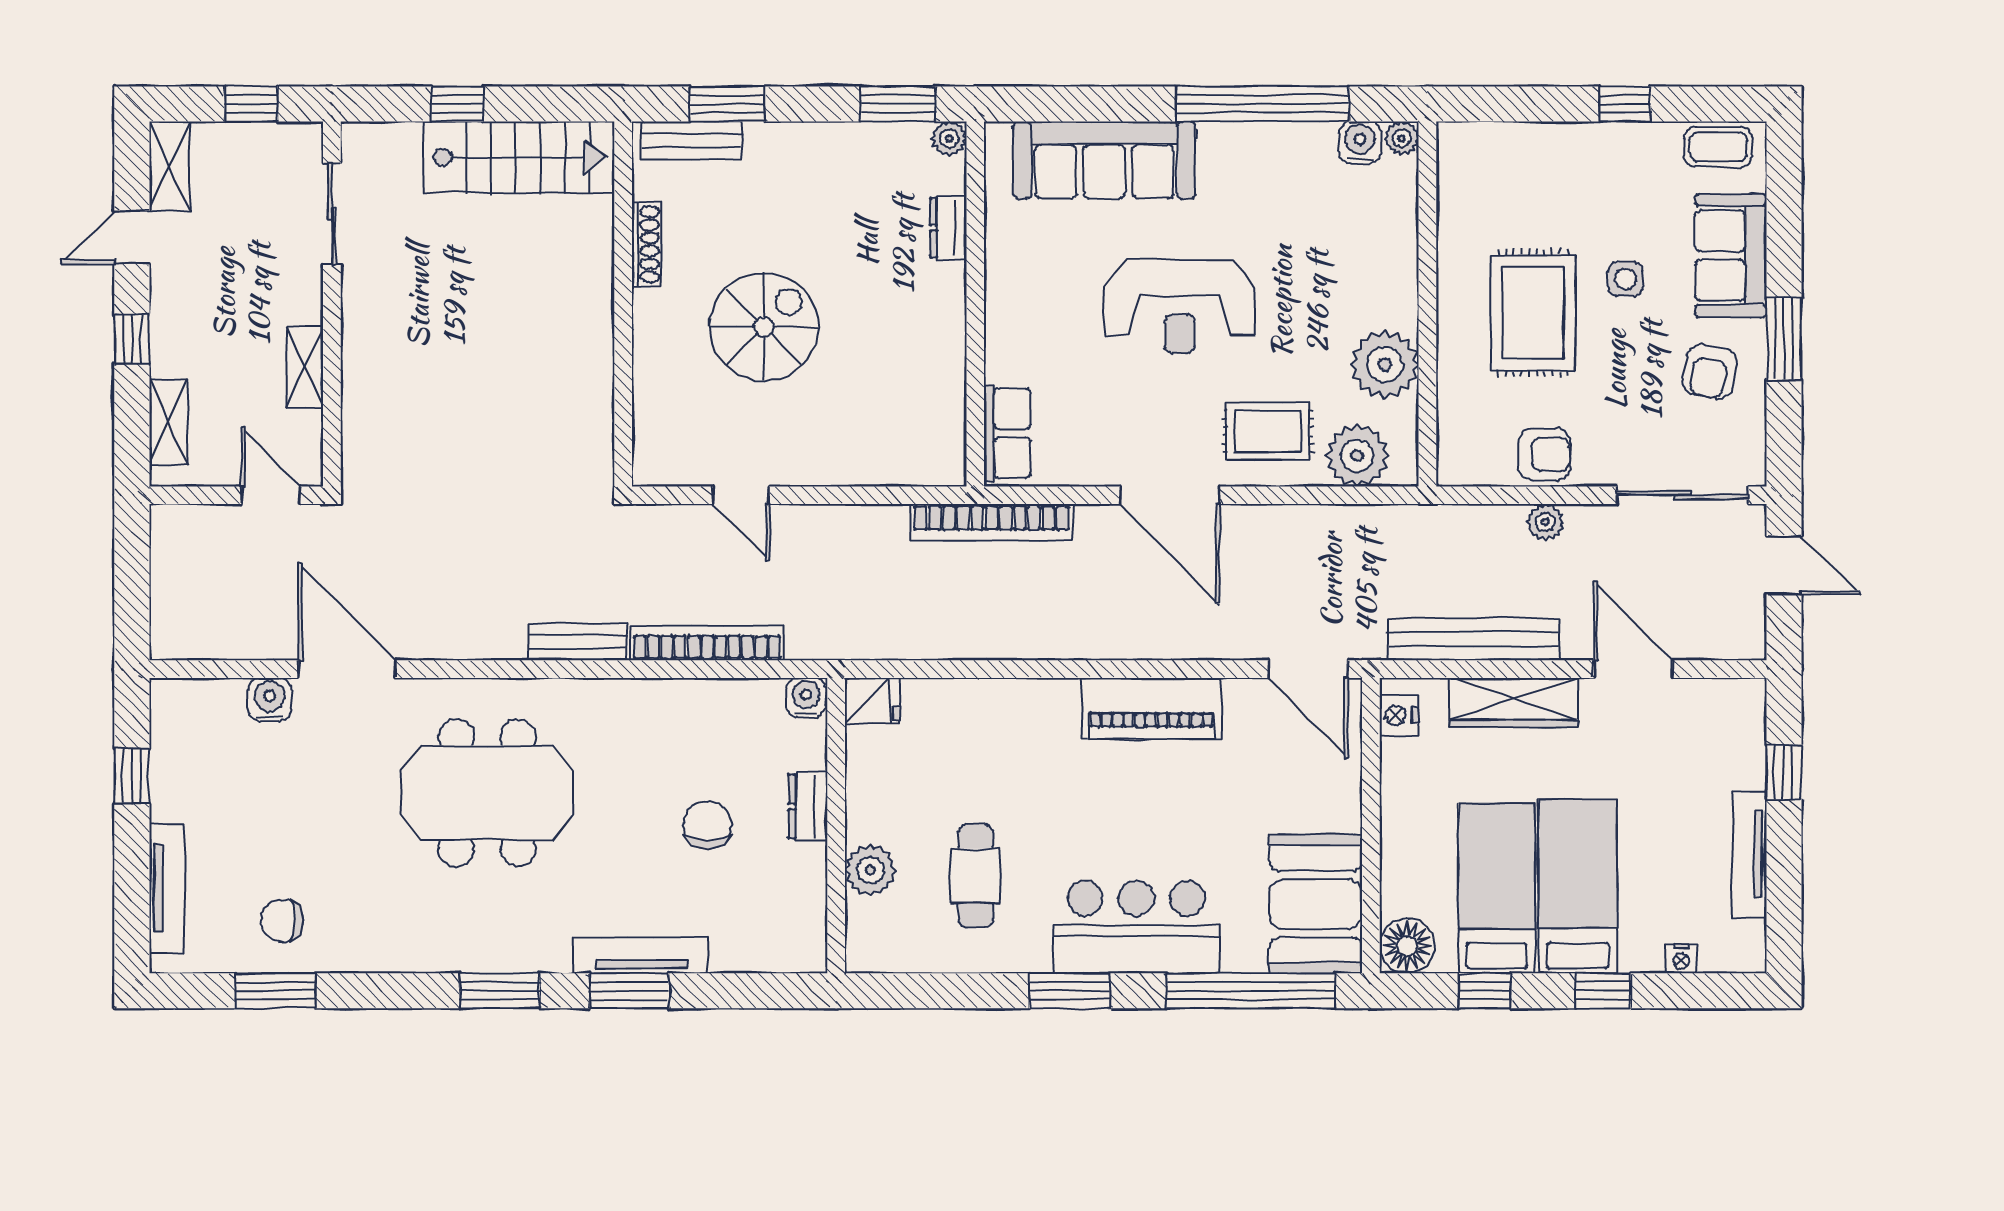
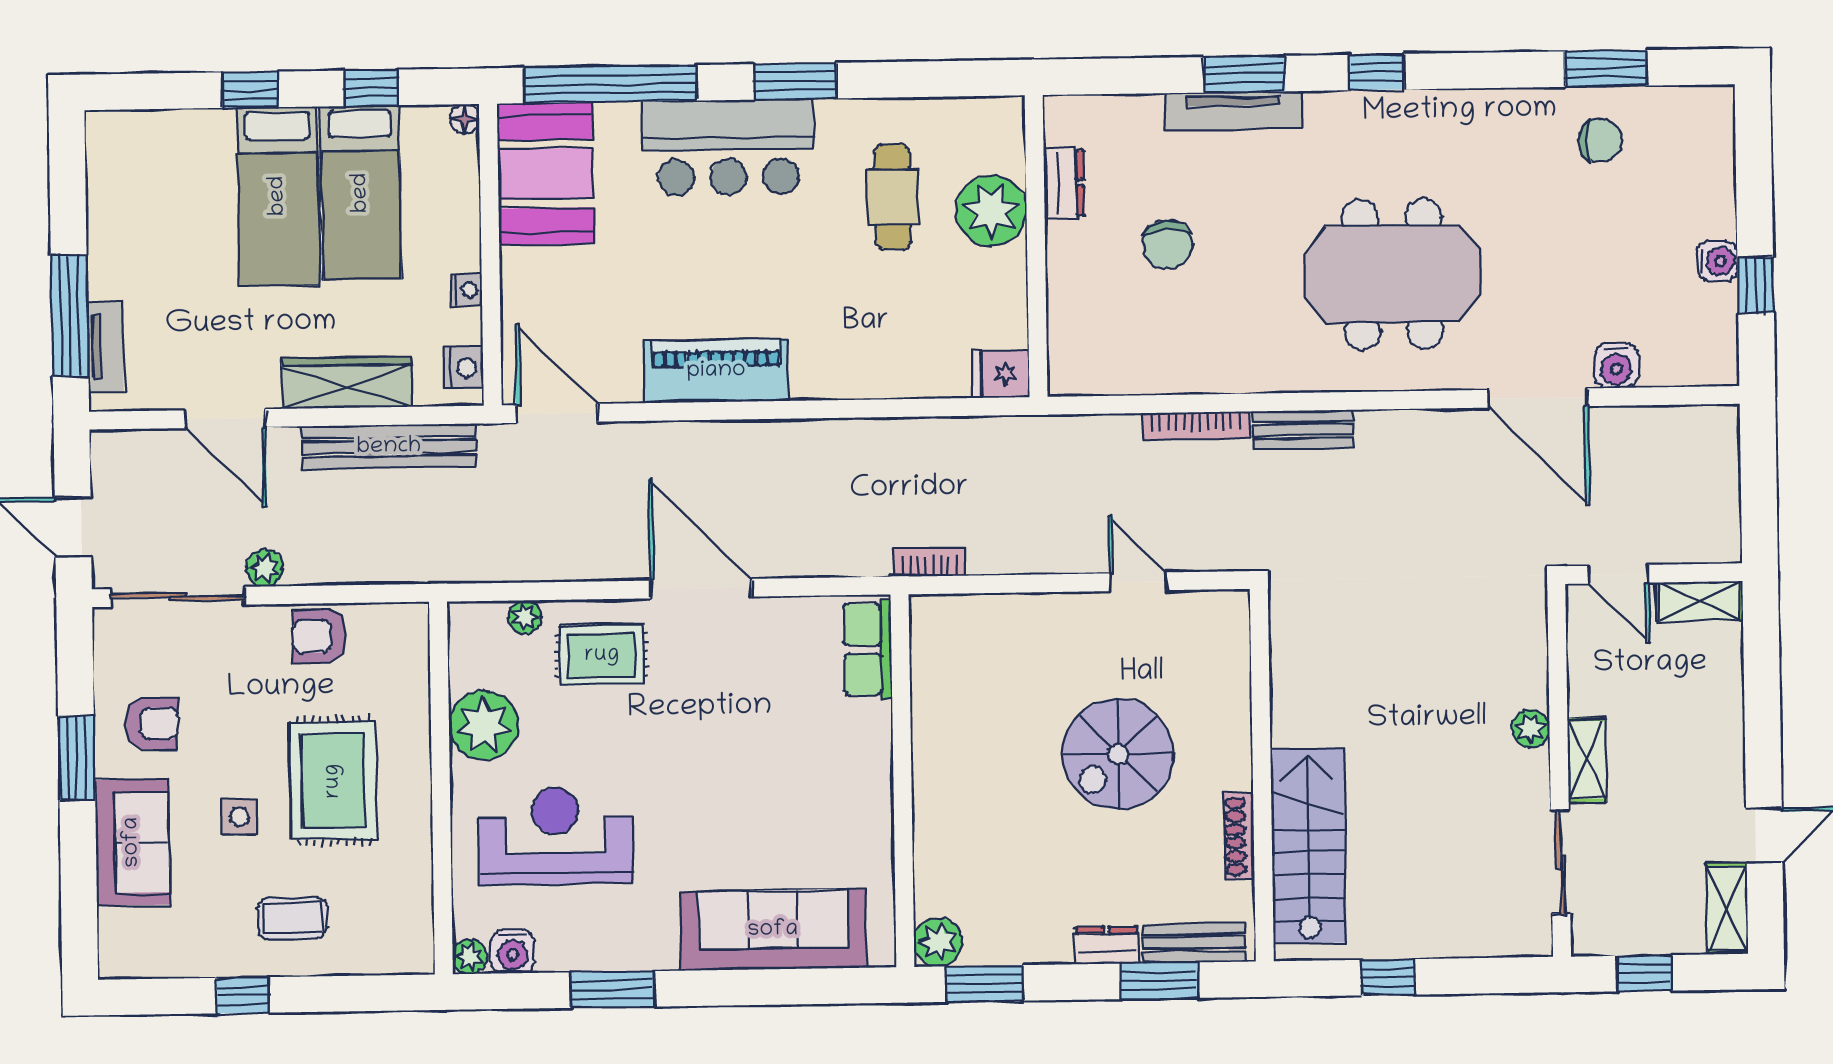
window: (457, 104) -> (1388, 977), moved
window: (1263, 104) -> (612, 989), width x0.47
plant: (949, 139) -> (938, 942), width x1.38, depth x1.38
coffee table: (1718, 147) -> (292, 918), moved
stairs: (519, 157) -> (1309, 846), moved, turned 90
dresser: (948, 228) -> (1106, 945), moved, turned -90
reception desk: (1180, 306) -> (556, 836), moved
window: (132, 339) -> (1763, 731), removed
plant: (359, 346) -> (1531, 728), added
shelving: (305, 367) -> (1587, 760), moved
armchair: (1710, 372) -> (152, 723), turned 81
shelving: (168, 422) -> (1699, 601), moved, turned 90
plant: (1357, 456) -> (525, 617), width x0.53, depth x0.53
bookcase: (991, 522) -> (929, 562), width x0.43, depth x0.76
plant: (1545, 522) -> (265, 568), moved
bookcase: (707, 643) -> (1196, 426), width x0.68, depth x0.76
water cooler: (806, 698) -> (1717, 261), moved, turned -90
window: (1784, 772) -> (70, 316), width x2.17
dresser: (808, 806) -> (1064, 183), moved
tv unit: (1749, 854) -> (105, 347), moved, width x0.71
plant: (870, 870) -> (991, 211), width x1.36, depth x1.36
tv unit: (167, 888) -> (1718, 172), removed
floor lamp: (1407, 946) -> (464, 119), width x0.53, depth x0.53
nightstand: (1681, 959) -> (467, 290), moved, turned 90
window: (500, 991) -> (1377, 72), width x0.67

